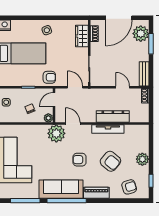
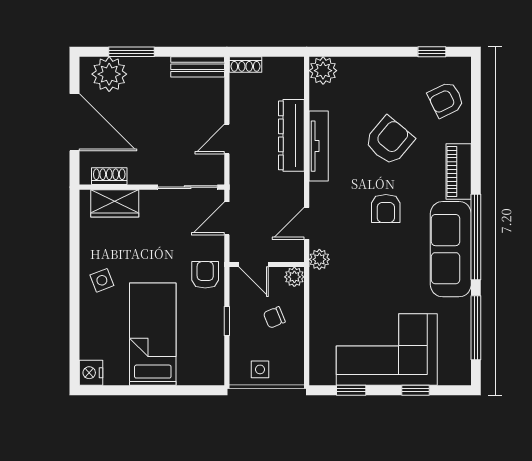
door: (123, 87) -> (227, 139), moved
plant: (56, 133) -> (319, 259), width x0.53, depth x0.53
plant: (142, 159) -> (323, 71), moved
armchair: (129, 187) -> (446, 100), turned -99

